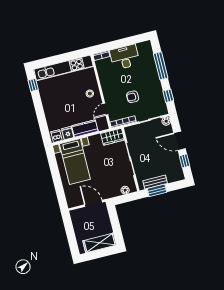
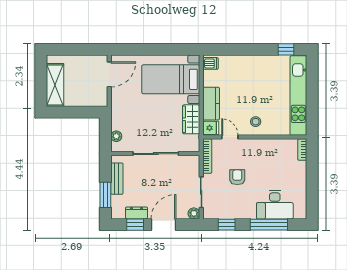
desk: (125, 57) -> (275, 205), moved, turned 90
fridge: (68, 133) -> (211, 128), moved
wardrobe: (112, 137) -> (191, 119), moved
dresser: (176, 162) -> (136, 213), added
window: (157, 190) -> (105, 195), moved
door: (94, 203) -> (109, 74), moved

